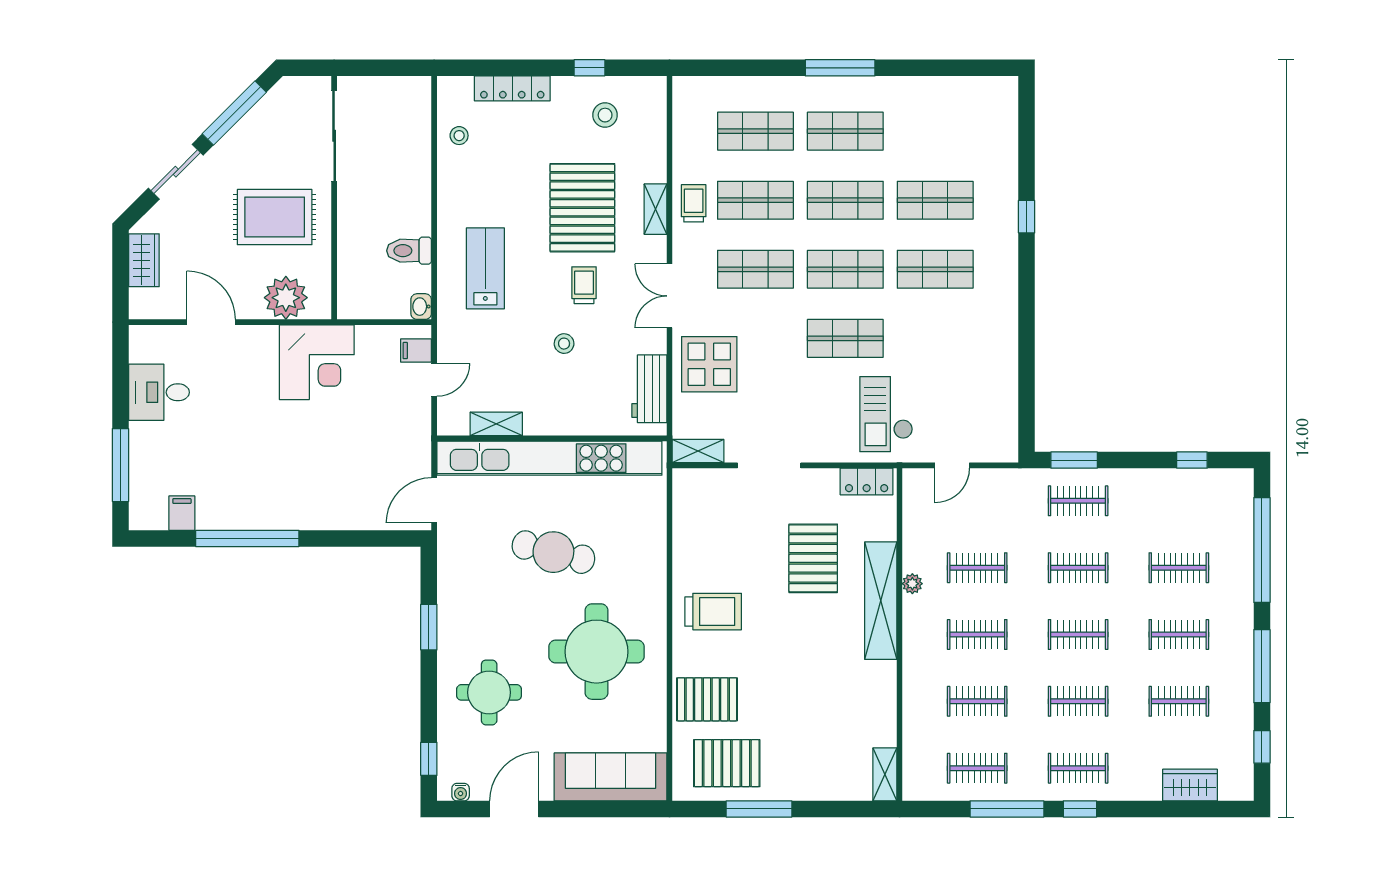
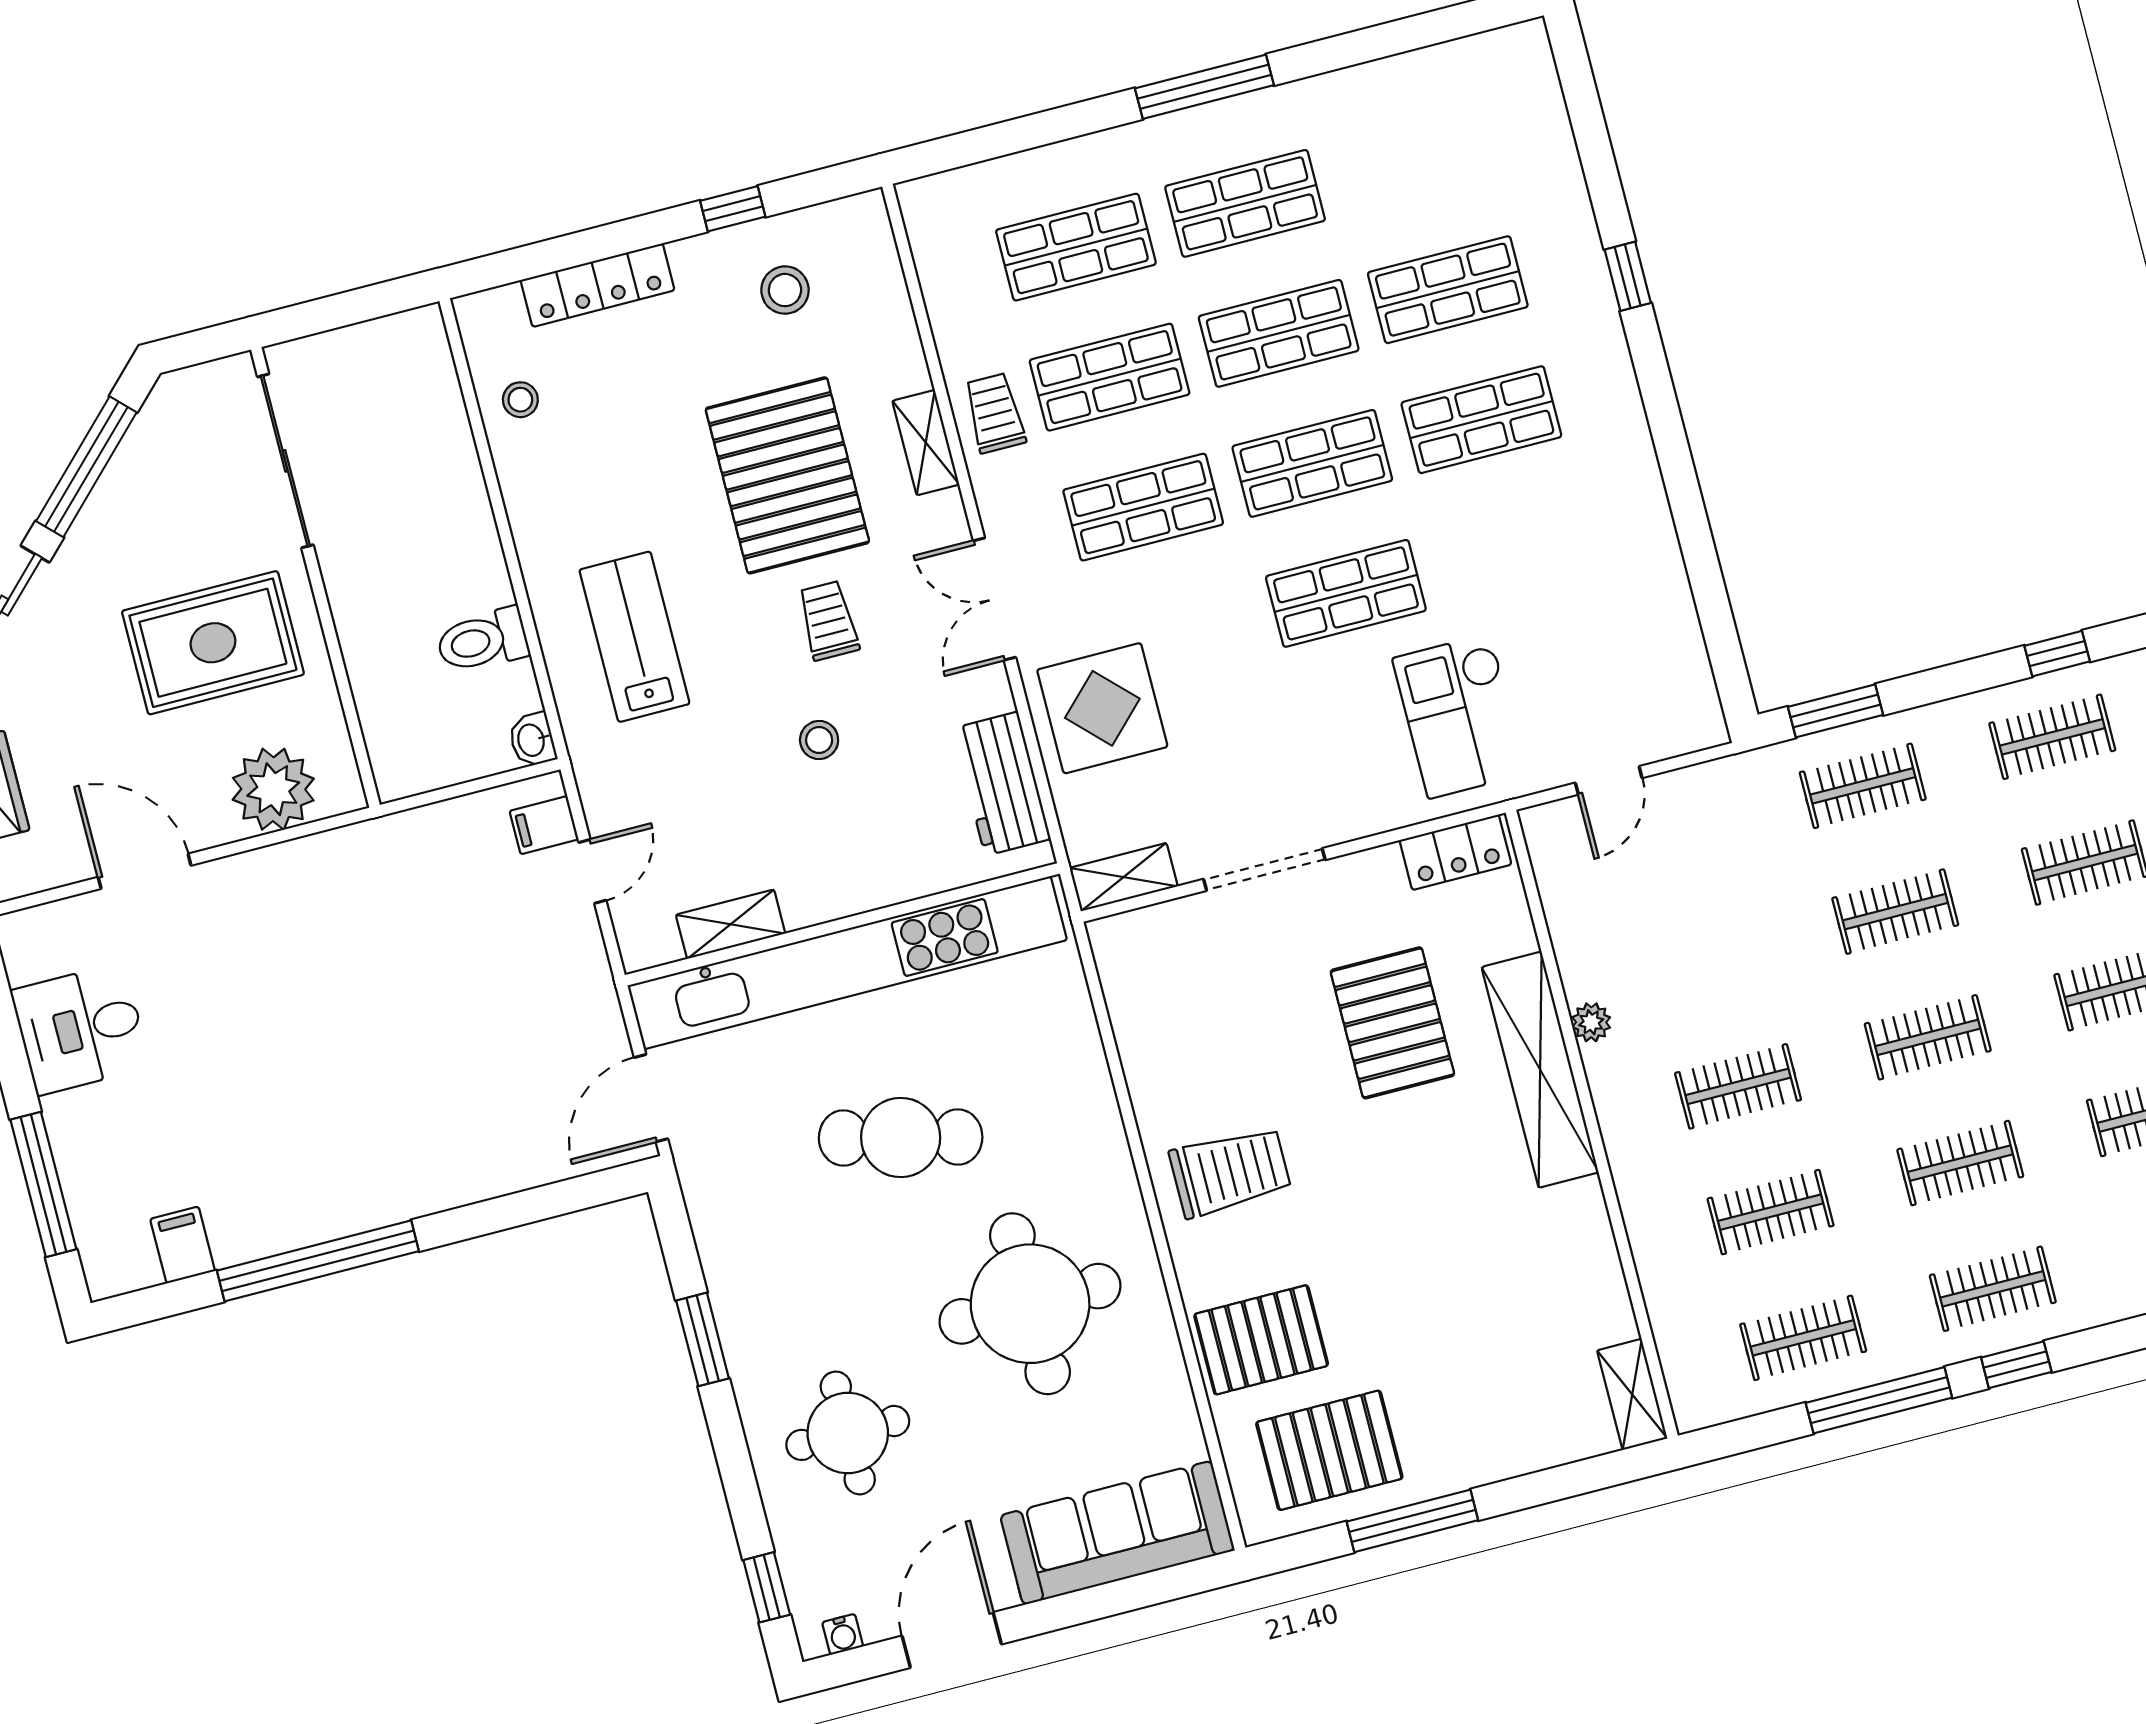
corner desk: (317, 362) -> (363, 895), removed
clothes rail: (977, 568) -> (2052, 737), moved

